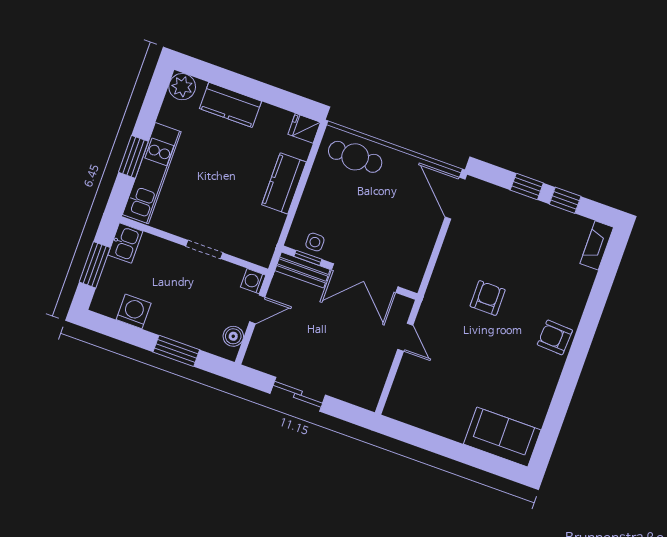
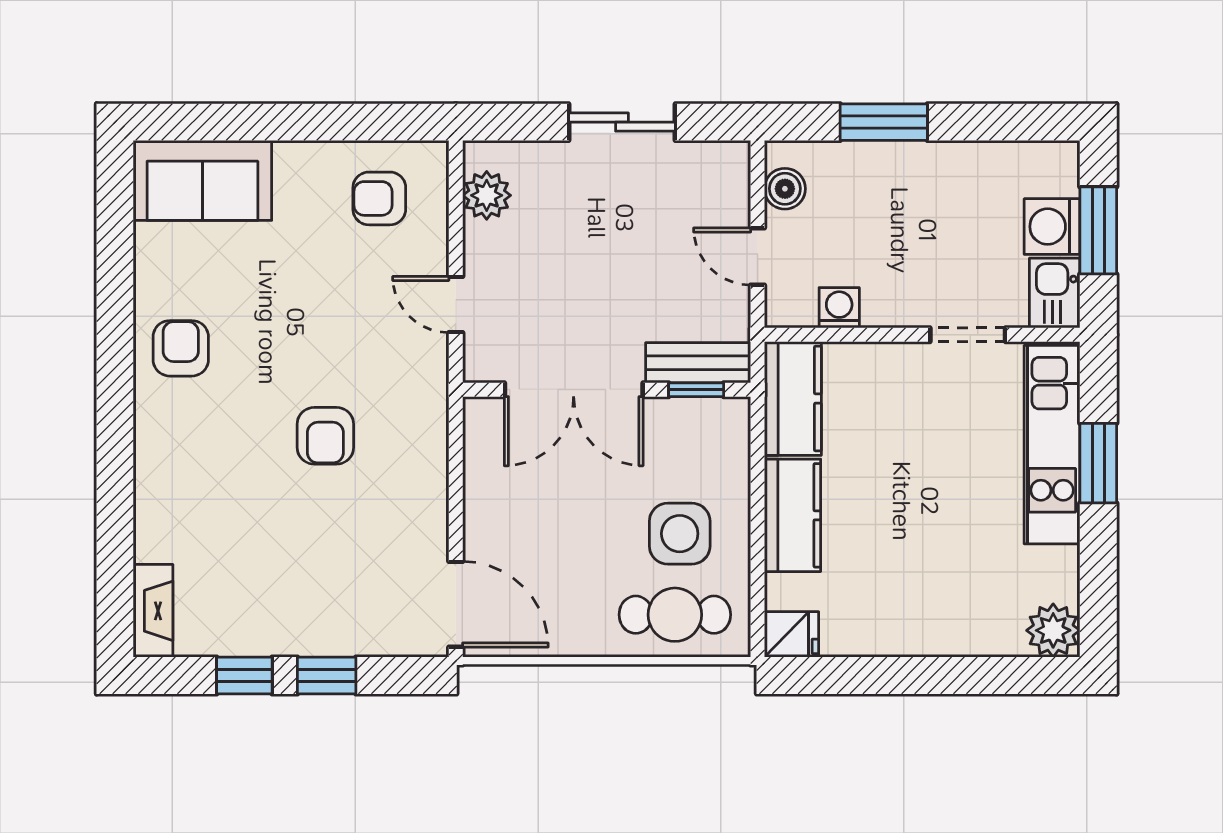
kitchen counter: (231, 105) -> (793, 399), moved, turned 90
side table: (315, 242) -> (680, 534), moved, width x1.87, depth x1.87
doorway: (204, 249) -> (968, 335), moved
double door: (365, 278) -> (574, 390), swing flipped
washing machine: (253, 281) -> (839, 308), moved, turned -90
door: (257, 309) -> (758, 257), hinge flipped
washing machine: (134, 311) -> (1052, 227), moved, turned 90
armchair: (555, 337) -> (181, 348), moved, turned -93
plant: (373, 383) -> (487, 195), added
armchair: (423, 399) -> (379, 198), added

